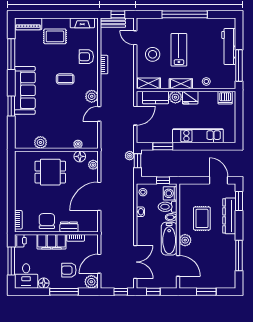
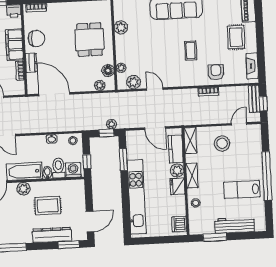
lab bench: (179, 50) -> (242, 189), moved, turned 180
window: (239, 66) -> (215, 237), width x0.69
plant: (92, 96) -> (134, 82), moved
kitchen unit: (198, 136) -> (137, 197), width x1.36
door: (99, 196) -> (54, 94), moved

